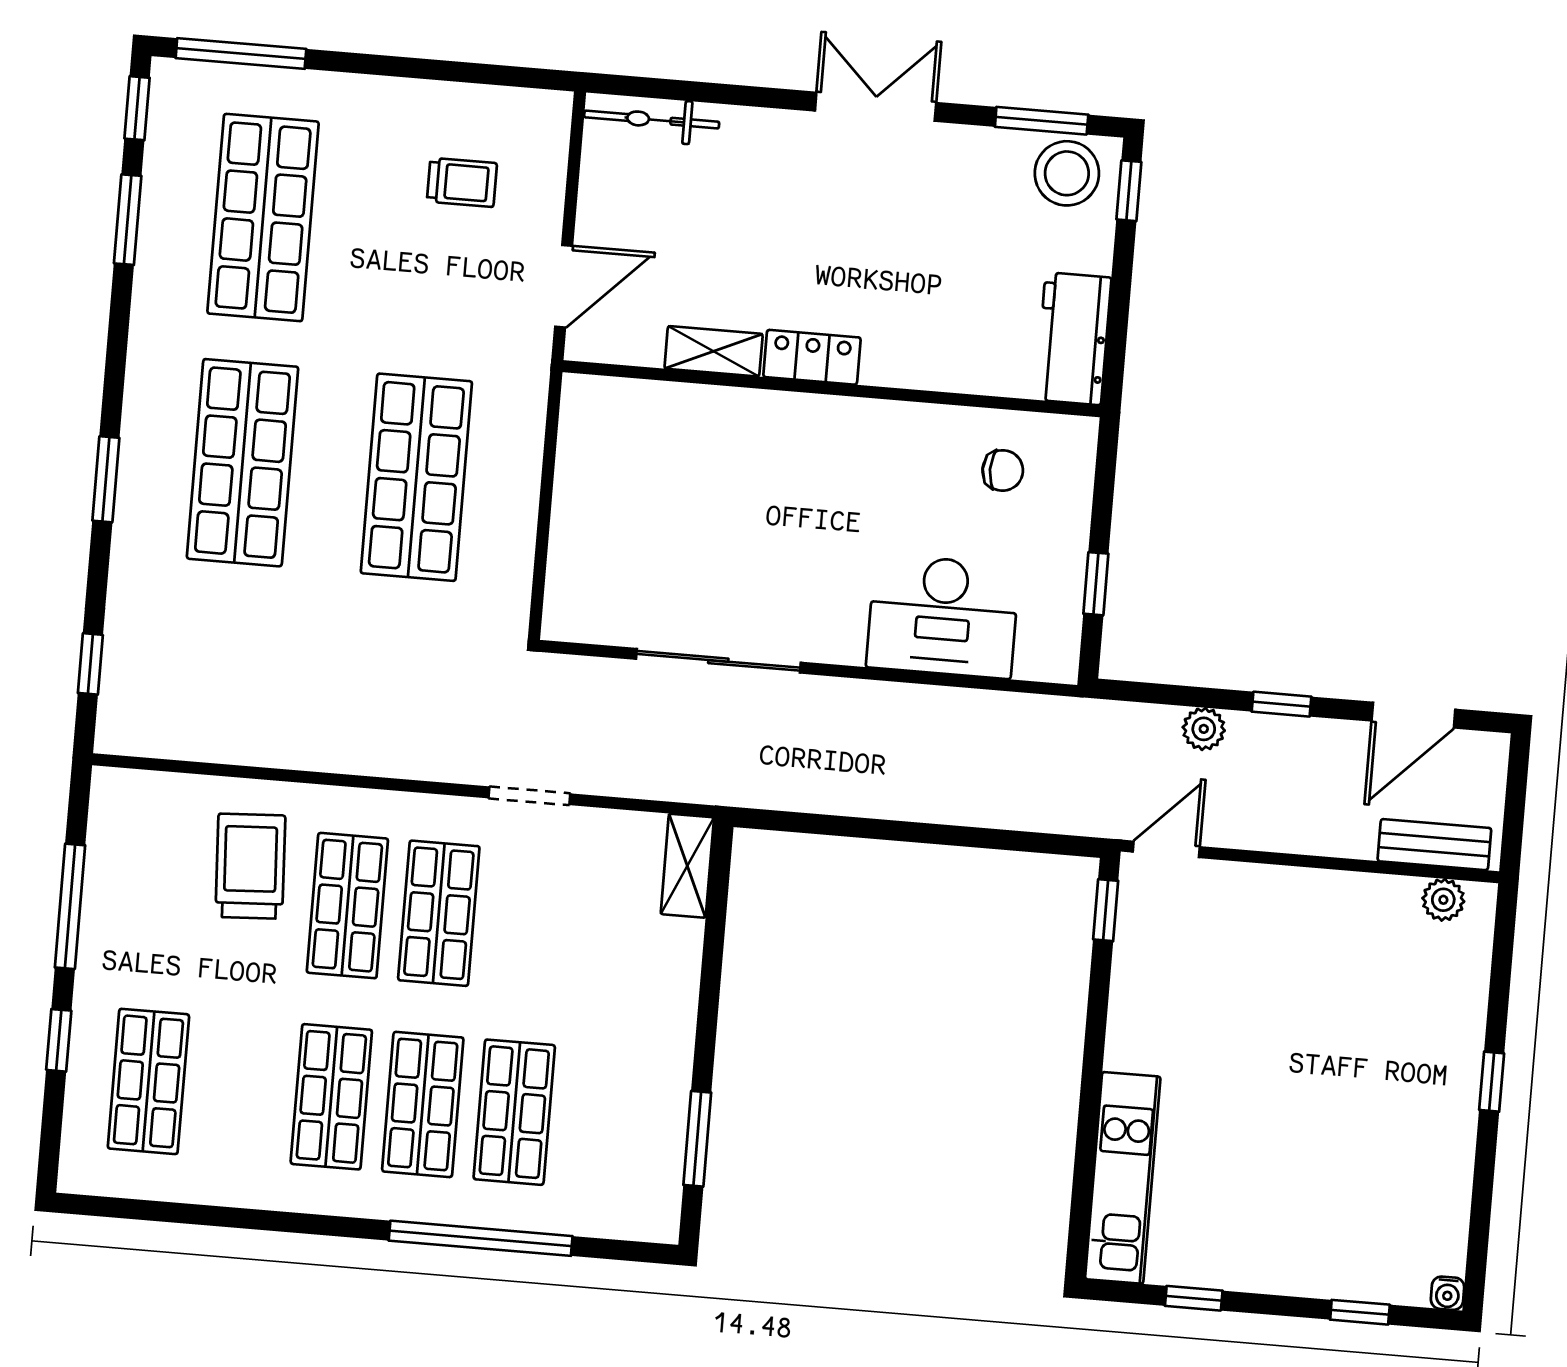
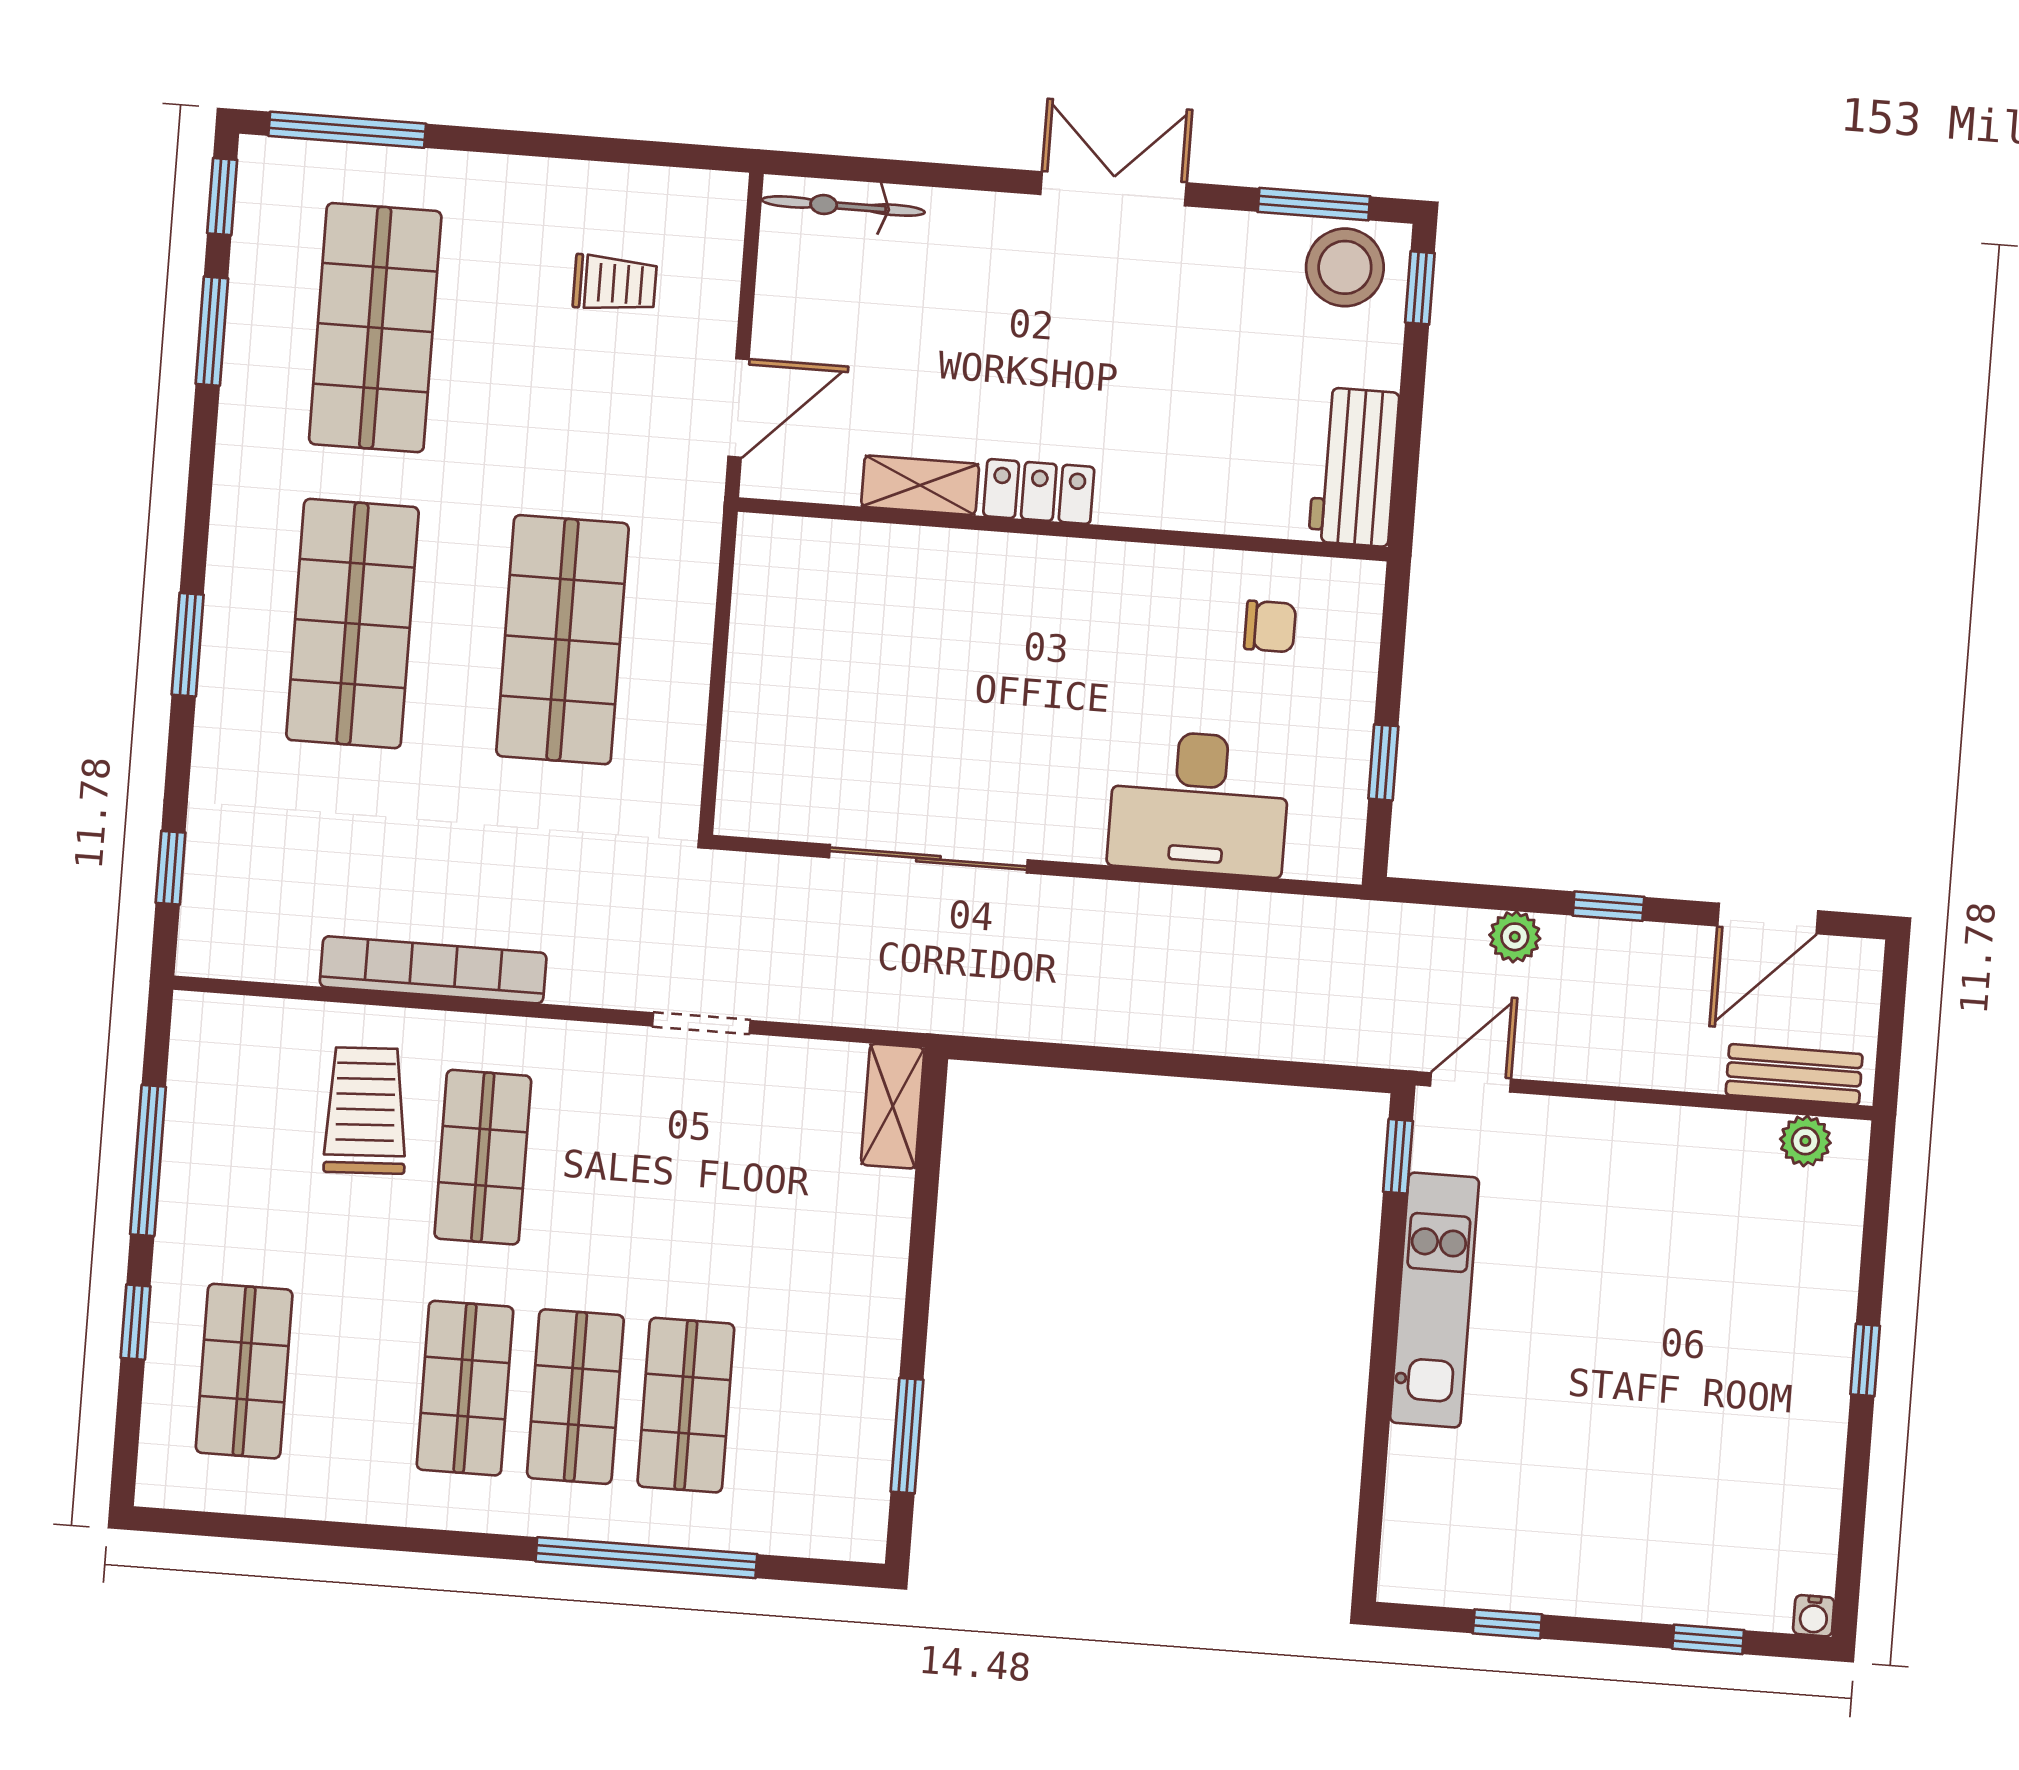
bookcase: (307, 750) -> (433, 970), added
shop shelf: (439, 913) -> (593, 1166), removed
kitchen unit: (1123, 1178) -> (1435, 1300), moved

